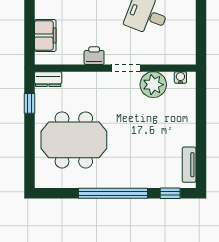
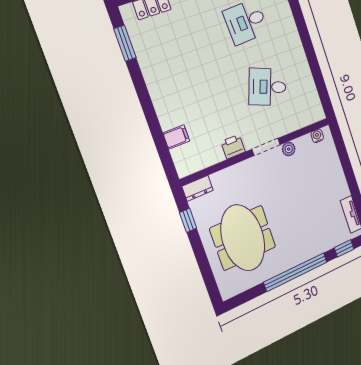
filing cabinet: (45, 35) -> (176, 137), width x0.50
plant: (153, 85) -> (289, 149), width x0.53, depth x0.53
meeting table: (74, 140) -> (243, 238), turned 90

